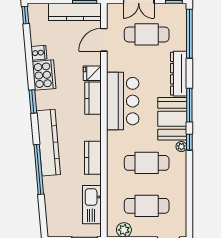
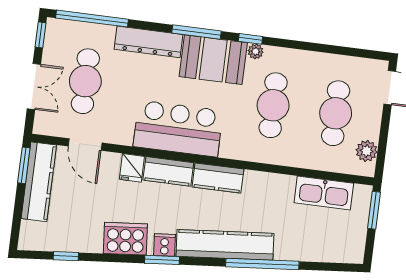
window: (25, 15) -> (66, 256), moved
cooker: (39, 53) -> (164, 245), moved
kitchen counter: (93, 158) -> (218, 178), moved

